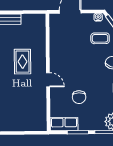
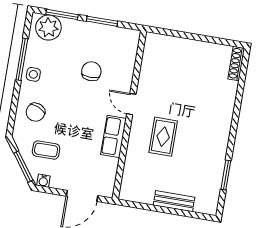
row of seats: (64, 124) -> (113, 136), moved, turned 90

